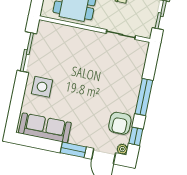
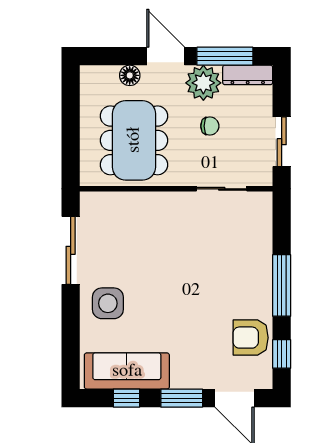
armchair: (120, 123) -> (251, 338), turned 90
window: (42, 143) -> (127, 398), added
plant: (122, 149) -> (264, 380), removed

